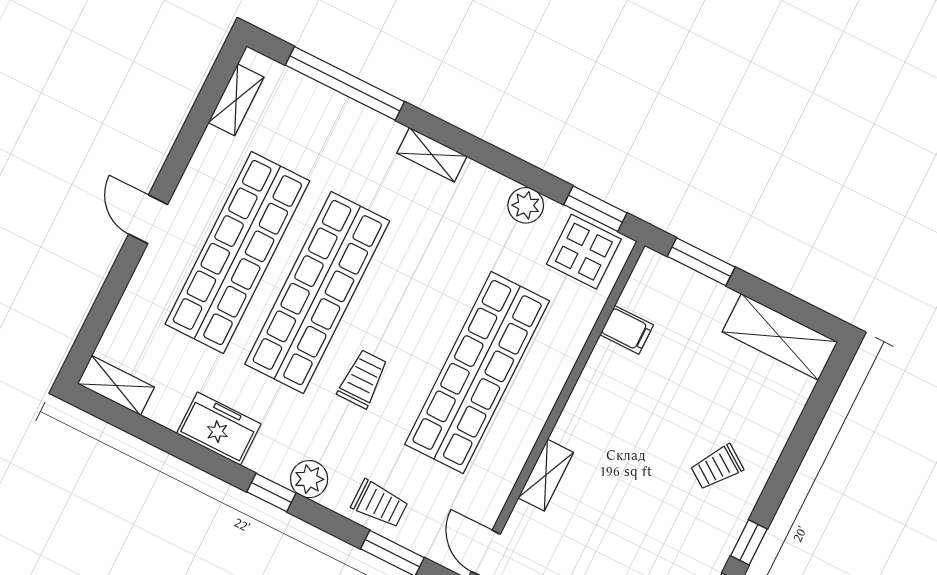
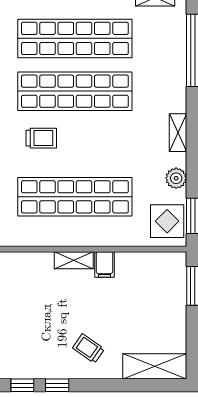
shelving: (432, 155) -> (178, 133), moved
filing cabinet: (627, 330) -> (104, 264), moved
shelving: (780, 337) -> (155, 366), moved, turned 90
shelving: (546, 475) -> (74, 260), moved

